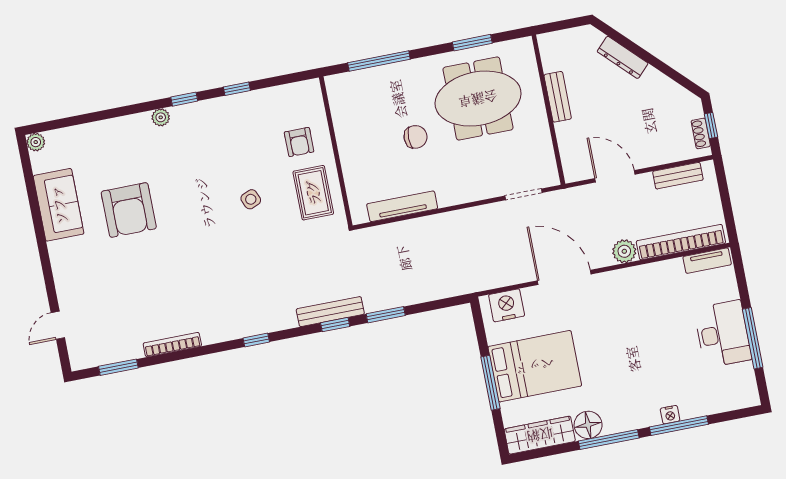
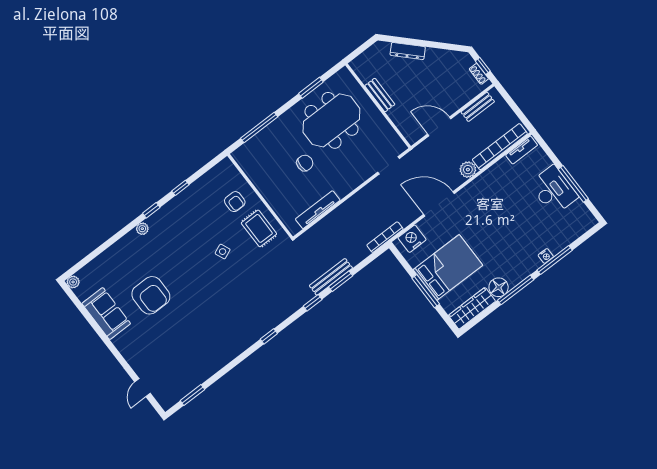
bench: (330, 312) -> (331, 277), moved
bookcase: (172, 345) -> (385, 237), moved

